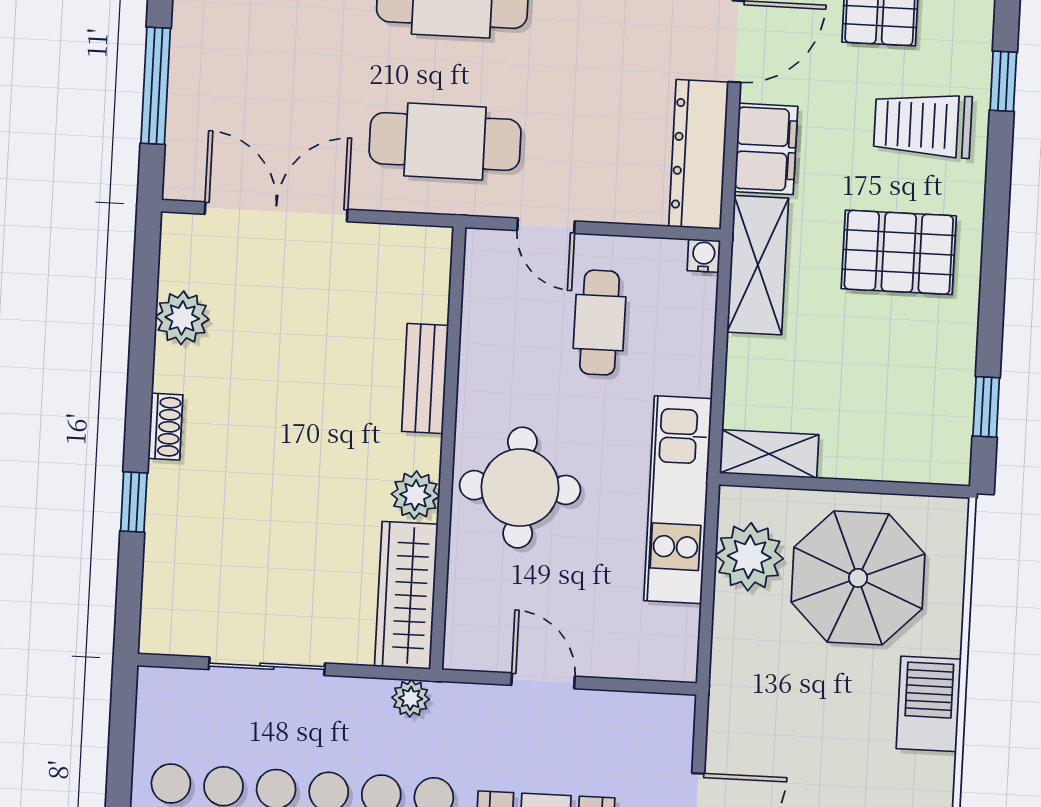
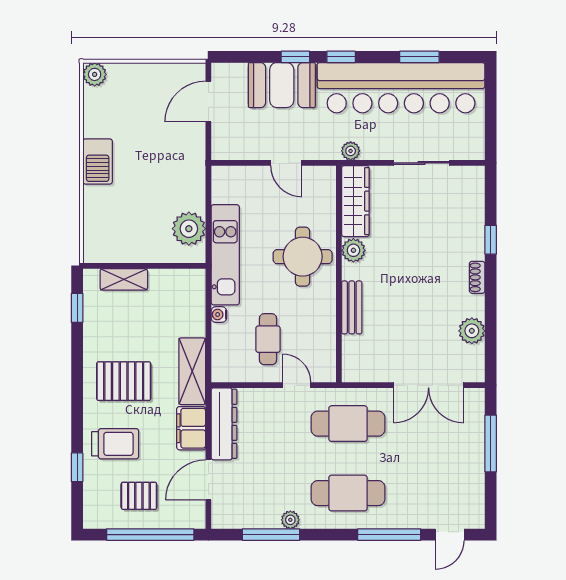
water cooler: (704, 256) -> (219, 315), moved, turned 90
shelving: (769, 454) -> (124, 279), moved
parasol: (858, 578) -> (135, 221), removed

